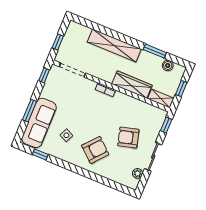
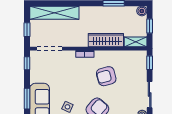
shelving: (114, 46) -> (54, 13), moved
boiler: (168, 65) -> (142, 11), moved
armchair: (128, 138) -> (106, 76), moved

